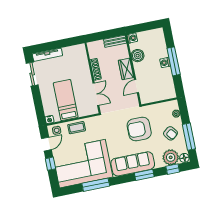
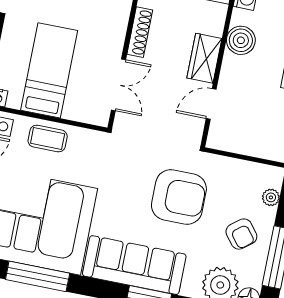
armchair: (139, 129) -> (179, 197), turned 180

